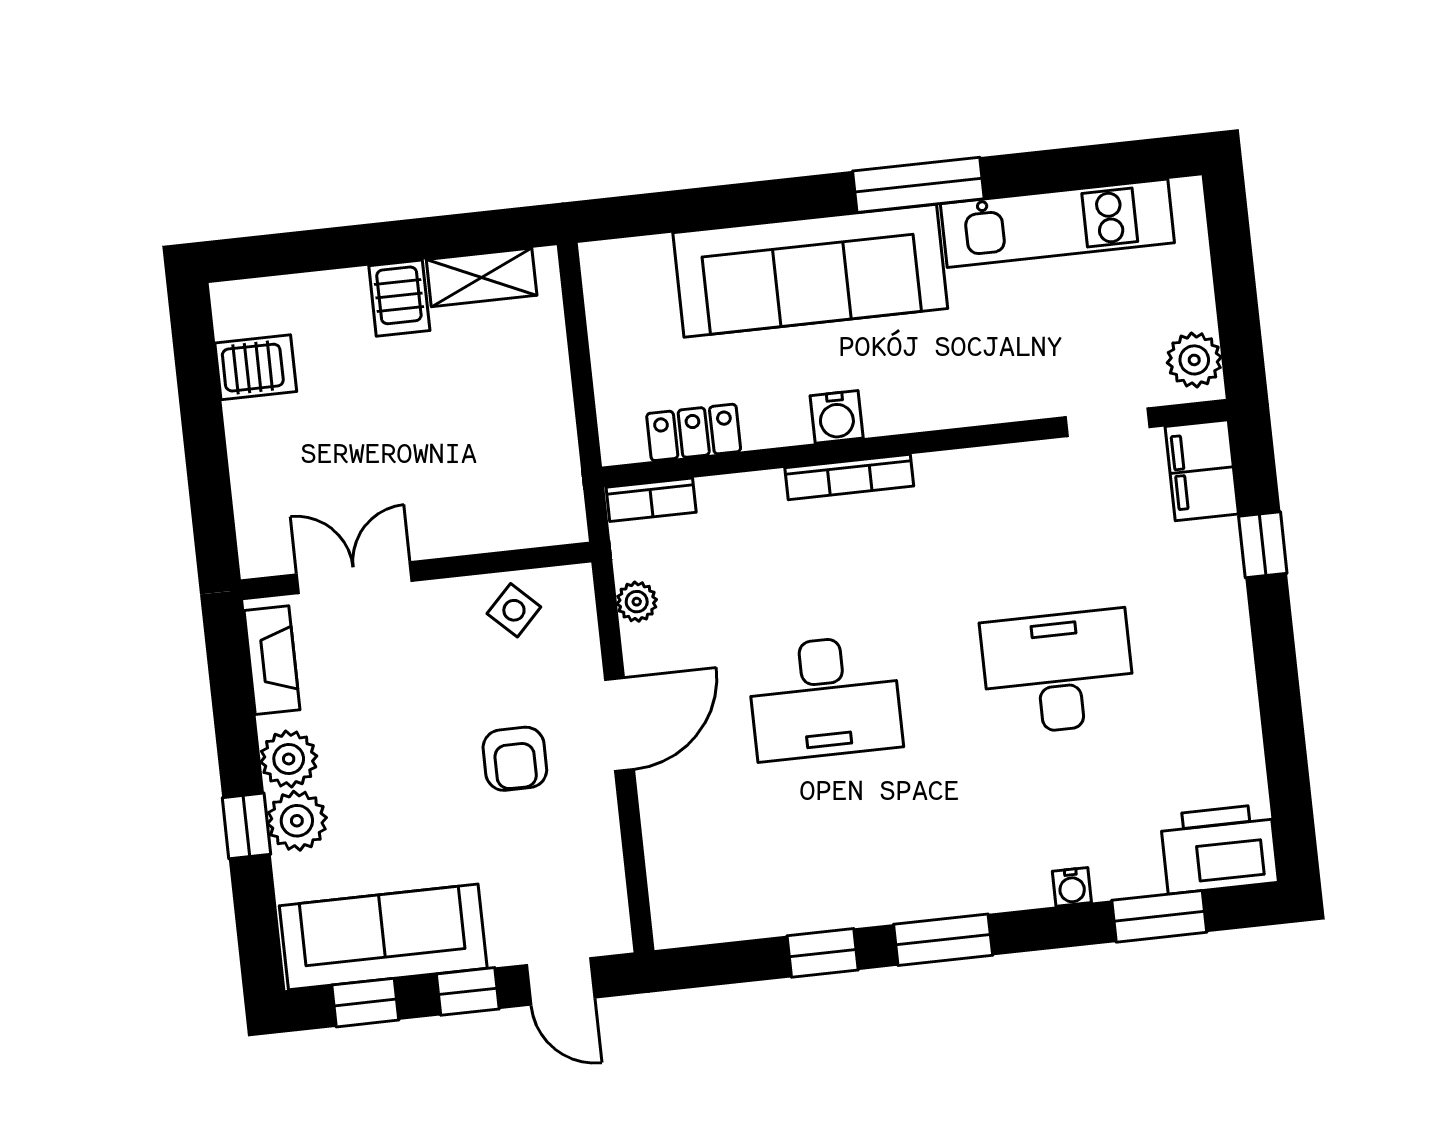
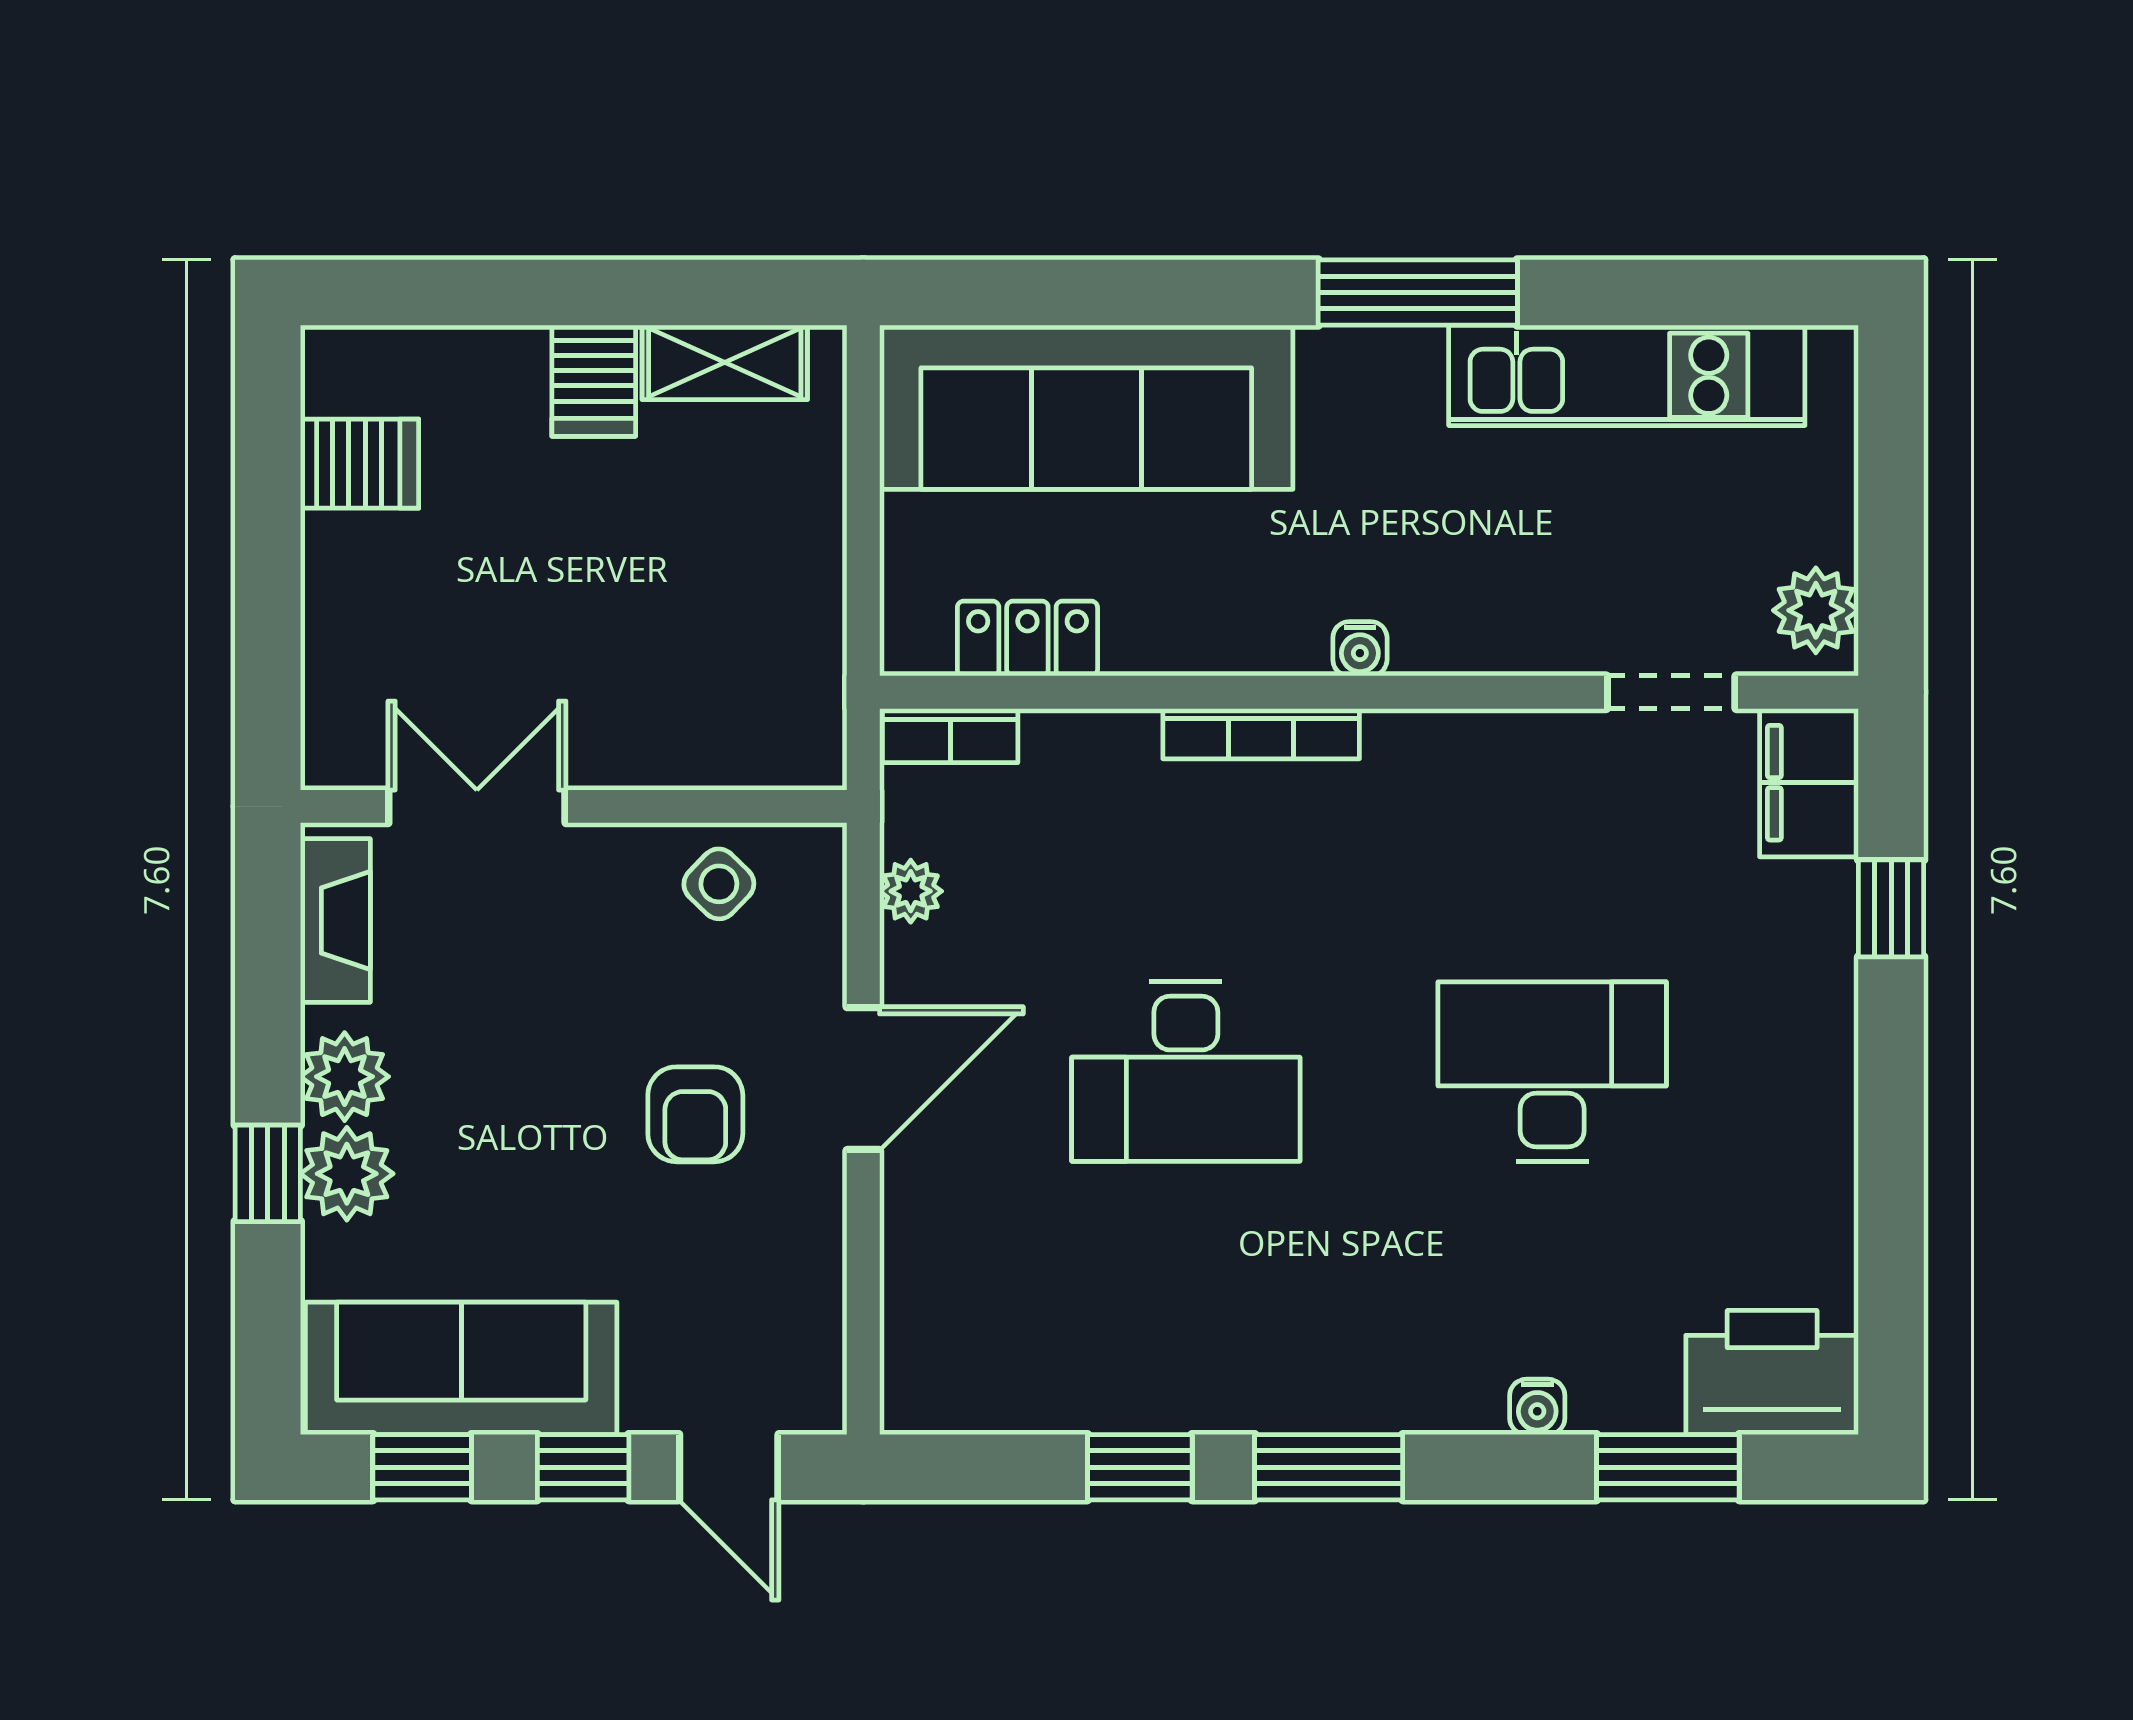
sofa: (810, 271) -> (1086, 407), moved
water cooler: (837, 417) -> (1360, 649), moved, width x0.72, depth x0.72

